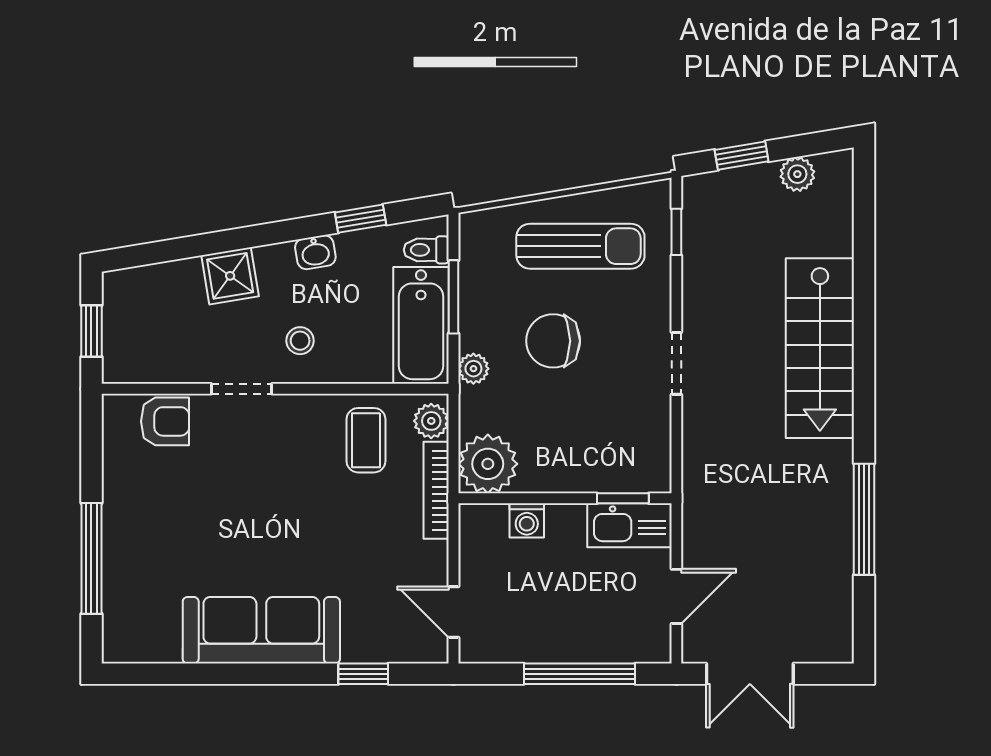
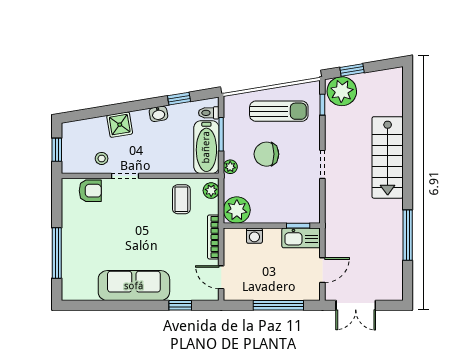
plant: (797, 174) -> (342, 91), moved, width x1.87, depth x1.87
stool: (300, 341) -> (102, 158), moved
bookcase: (436, 490) -> (213, 237), moved

